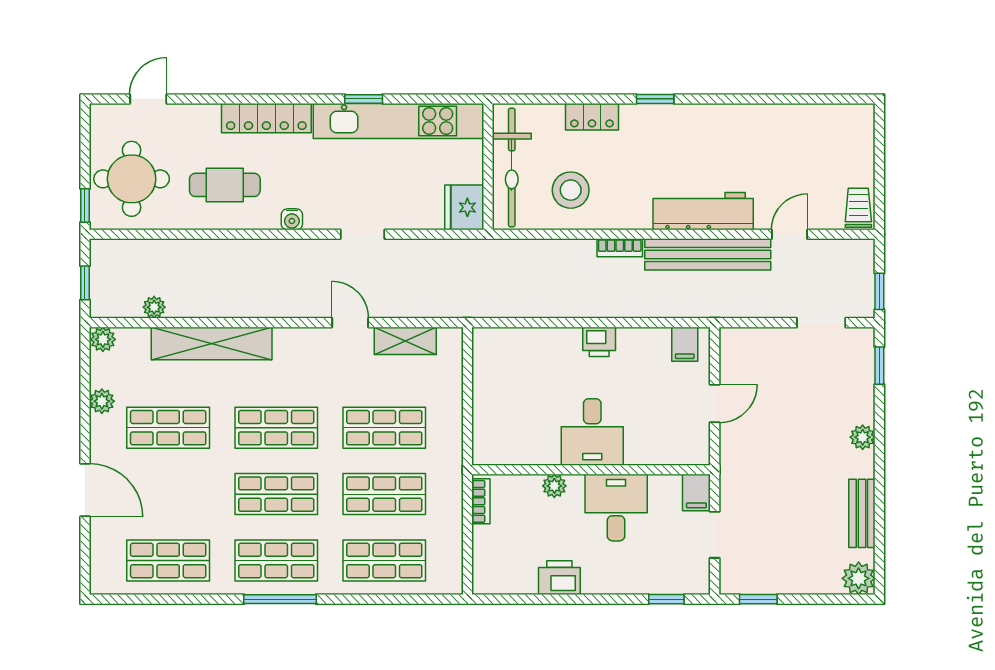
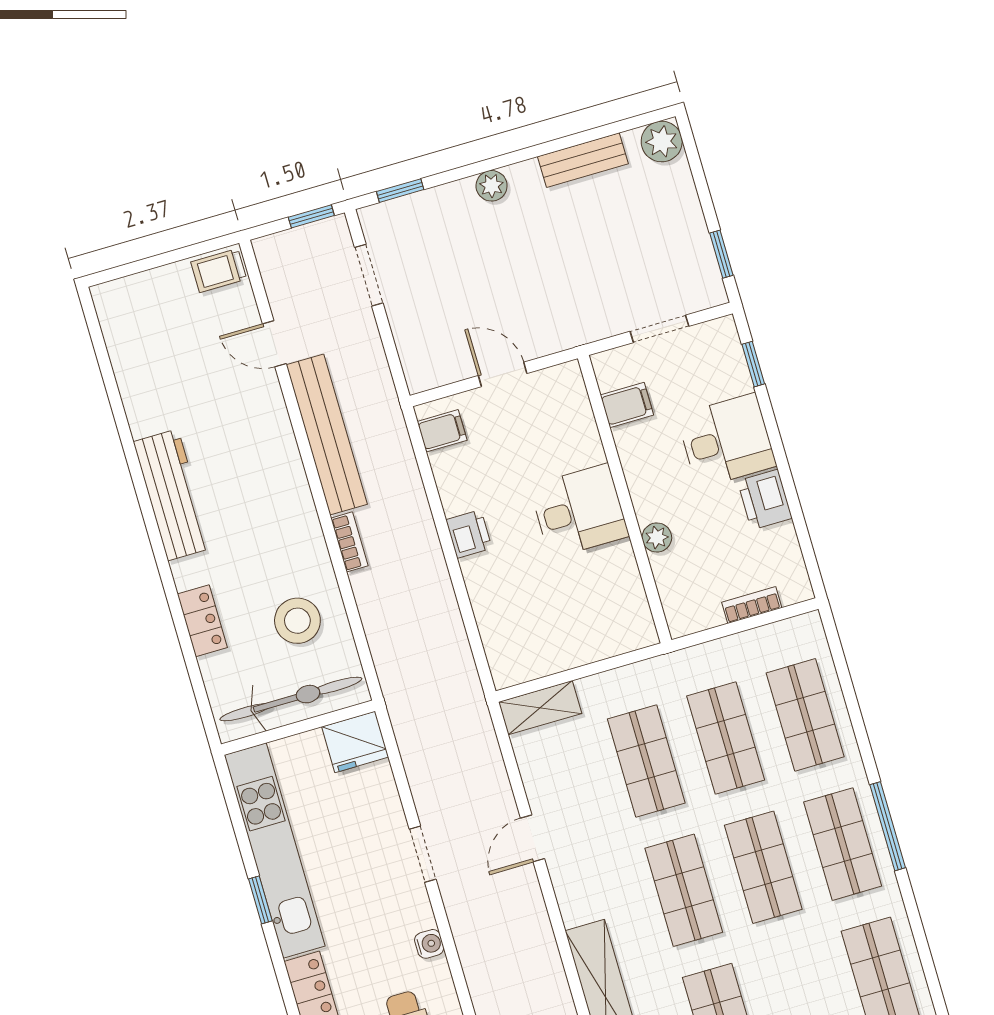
window: (655, 99) -> (159, 551), removed
workbench: (703, 211) -> (173, 495), moved, turned 180
shelving: (405, 341) -> (540, 708), moved, turned 90
filing cabinet: (696, 492) -> (627, 405), moved
bookcase: (481, 501) -> (752, 605), moved
desk: (616, 508) -> (726, 441), moved, turned 180

